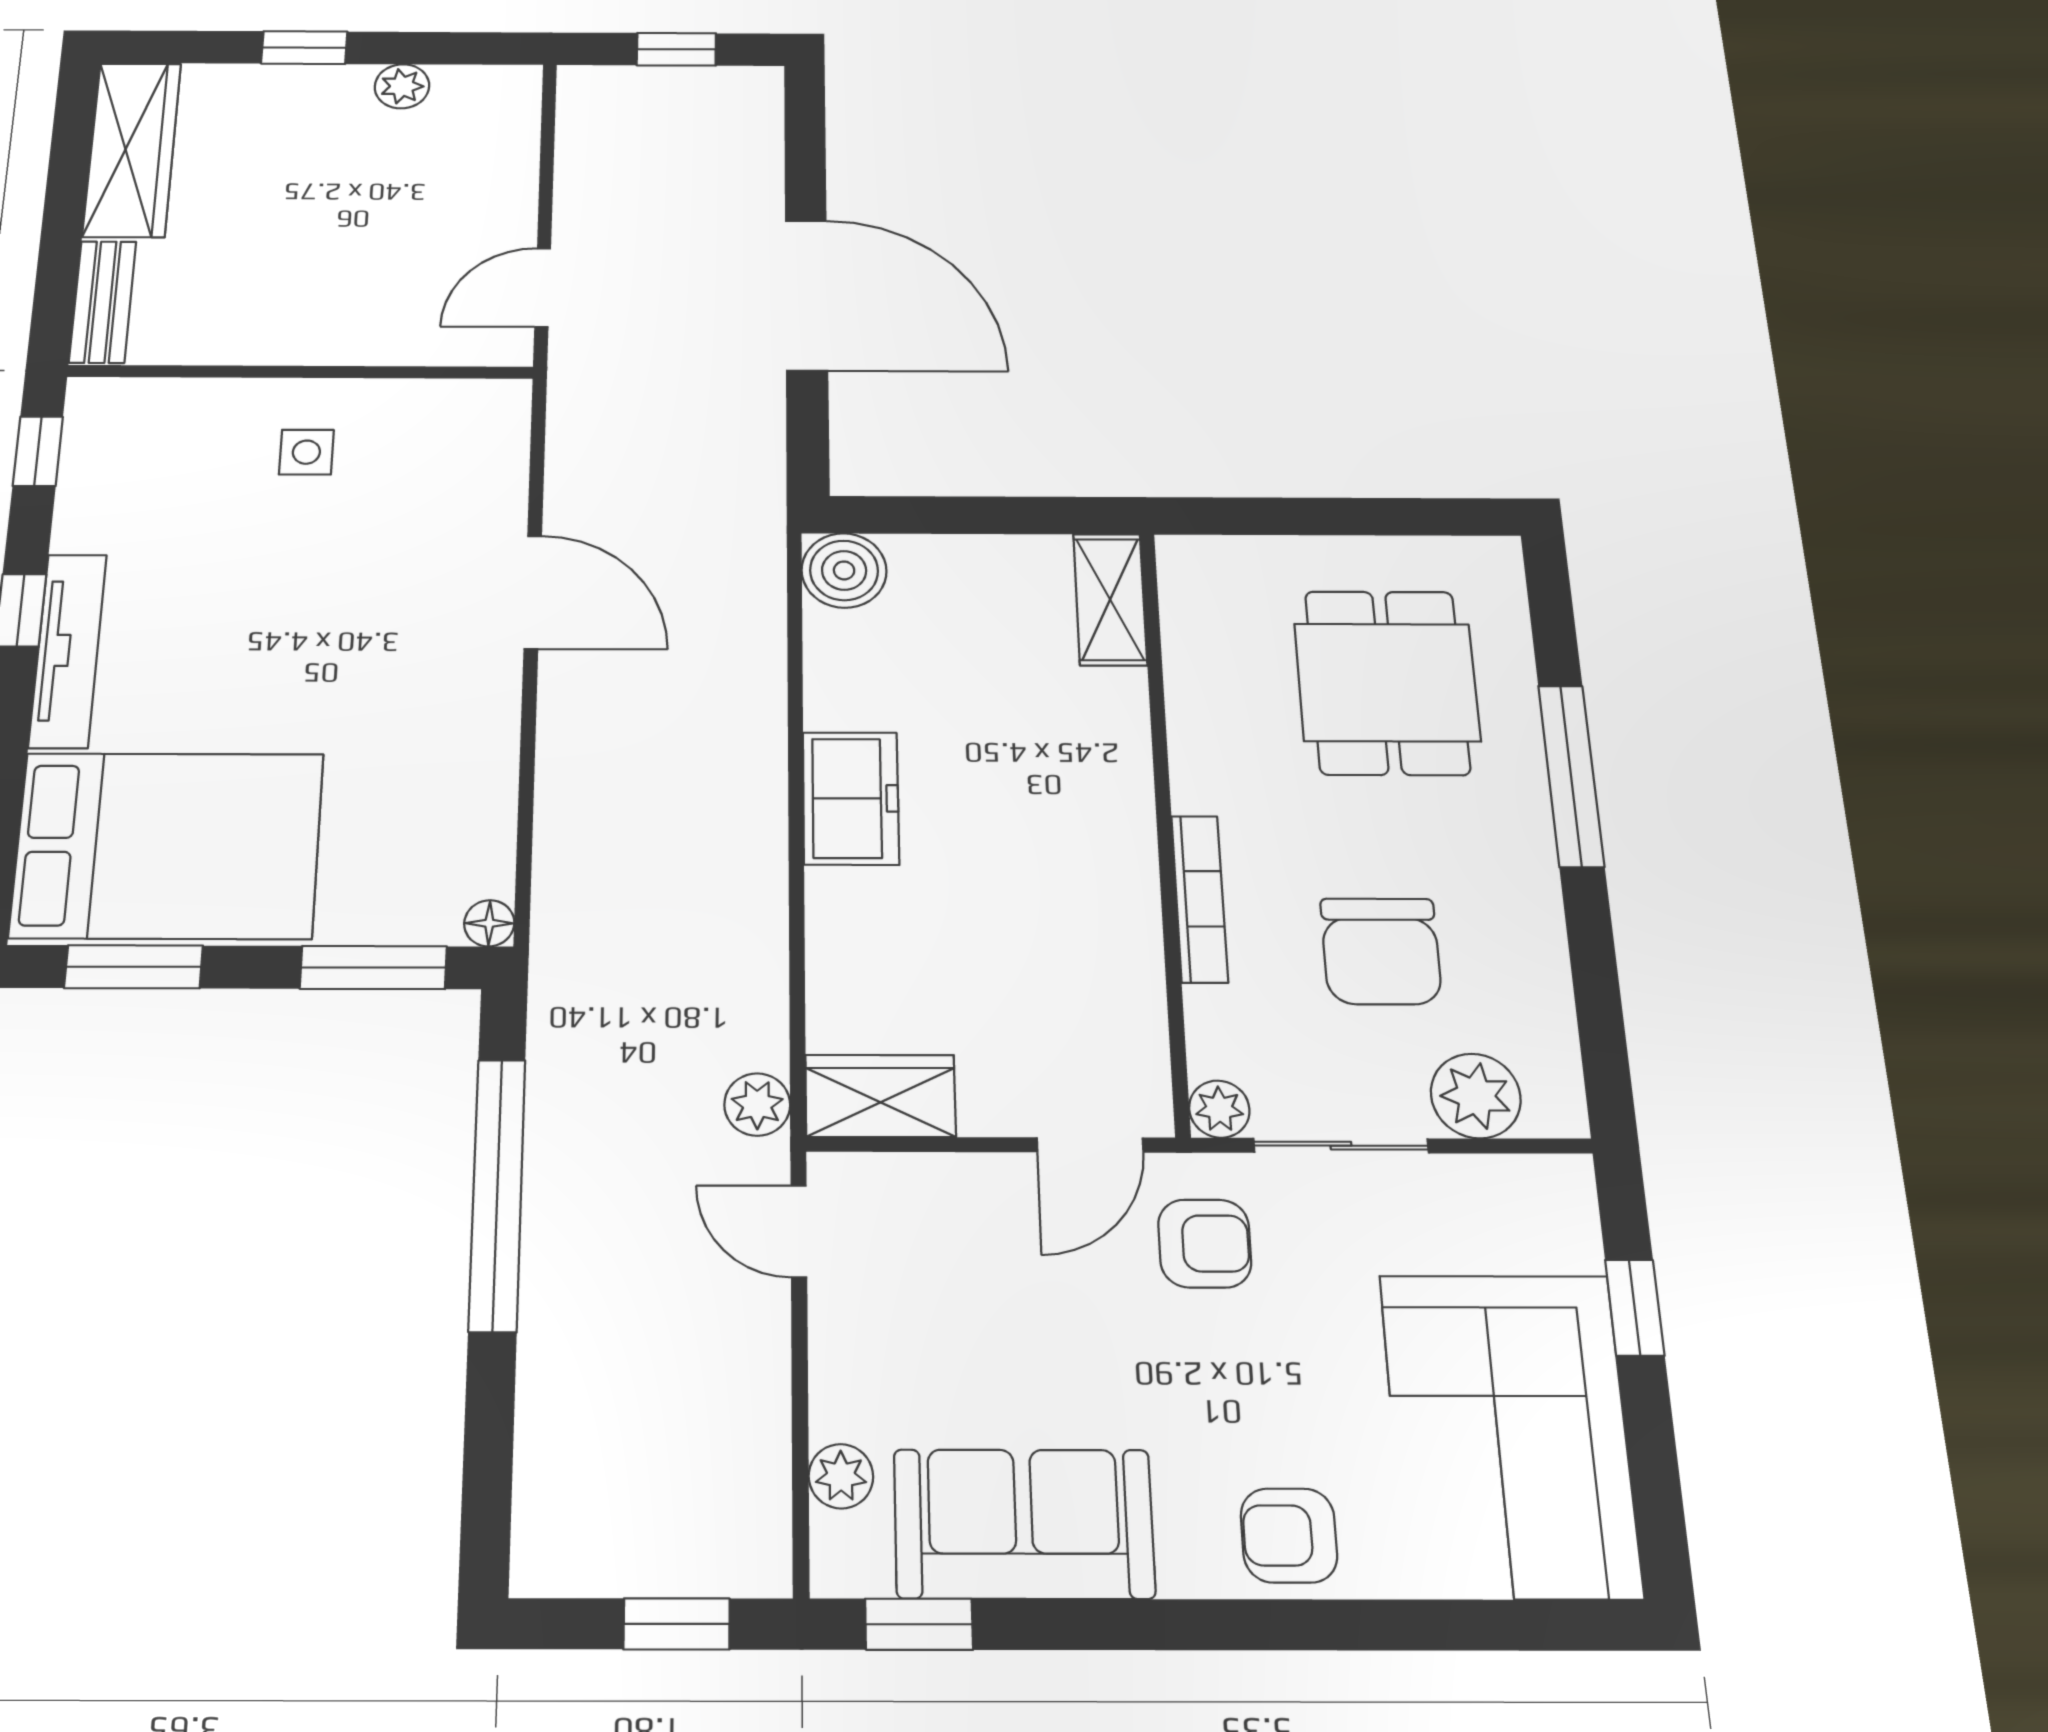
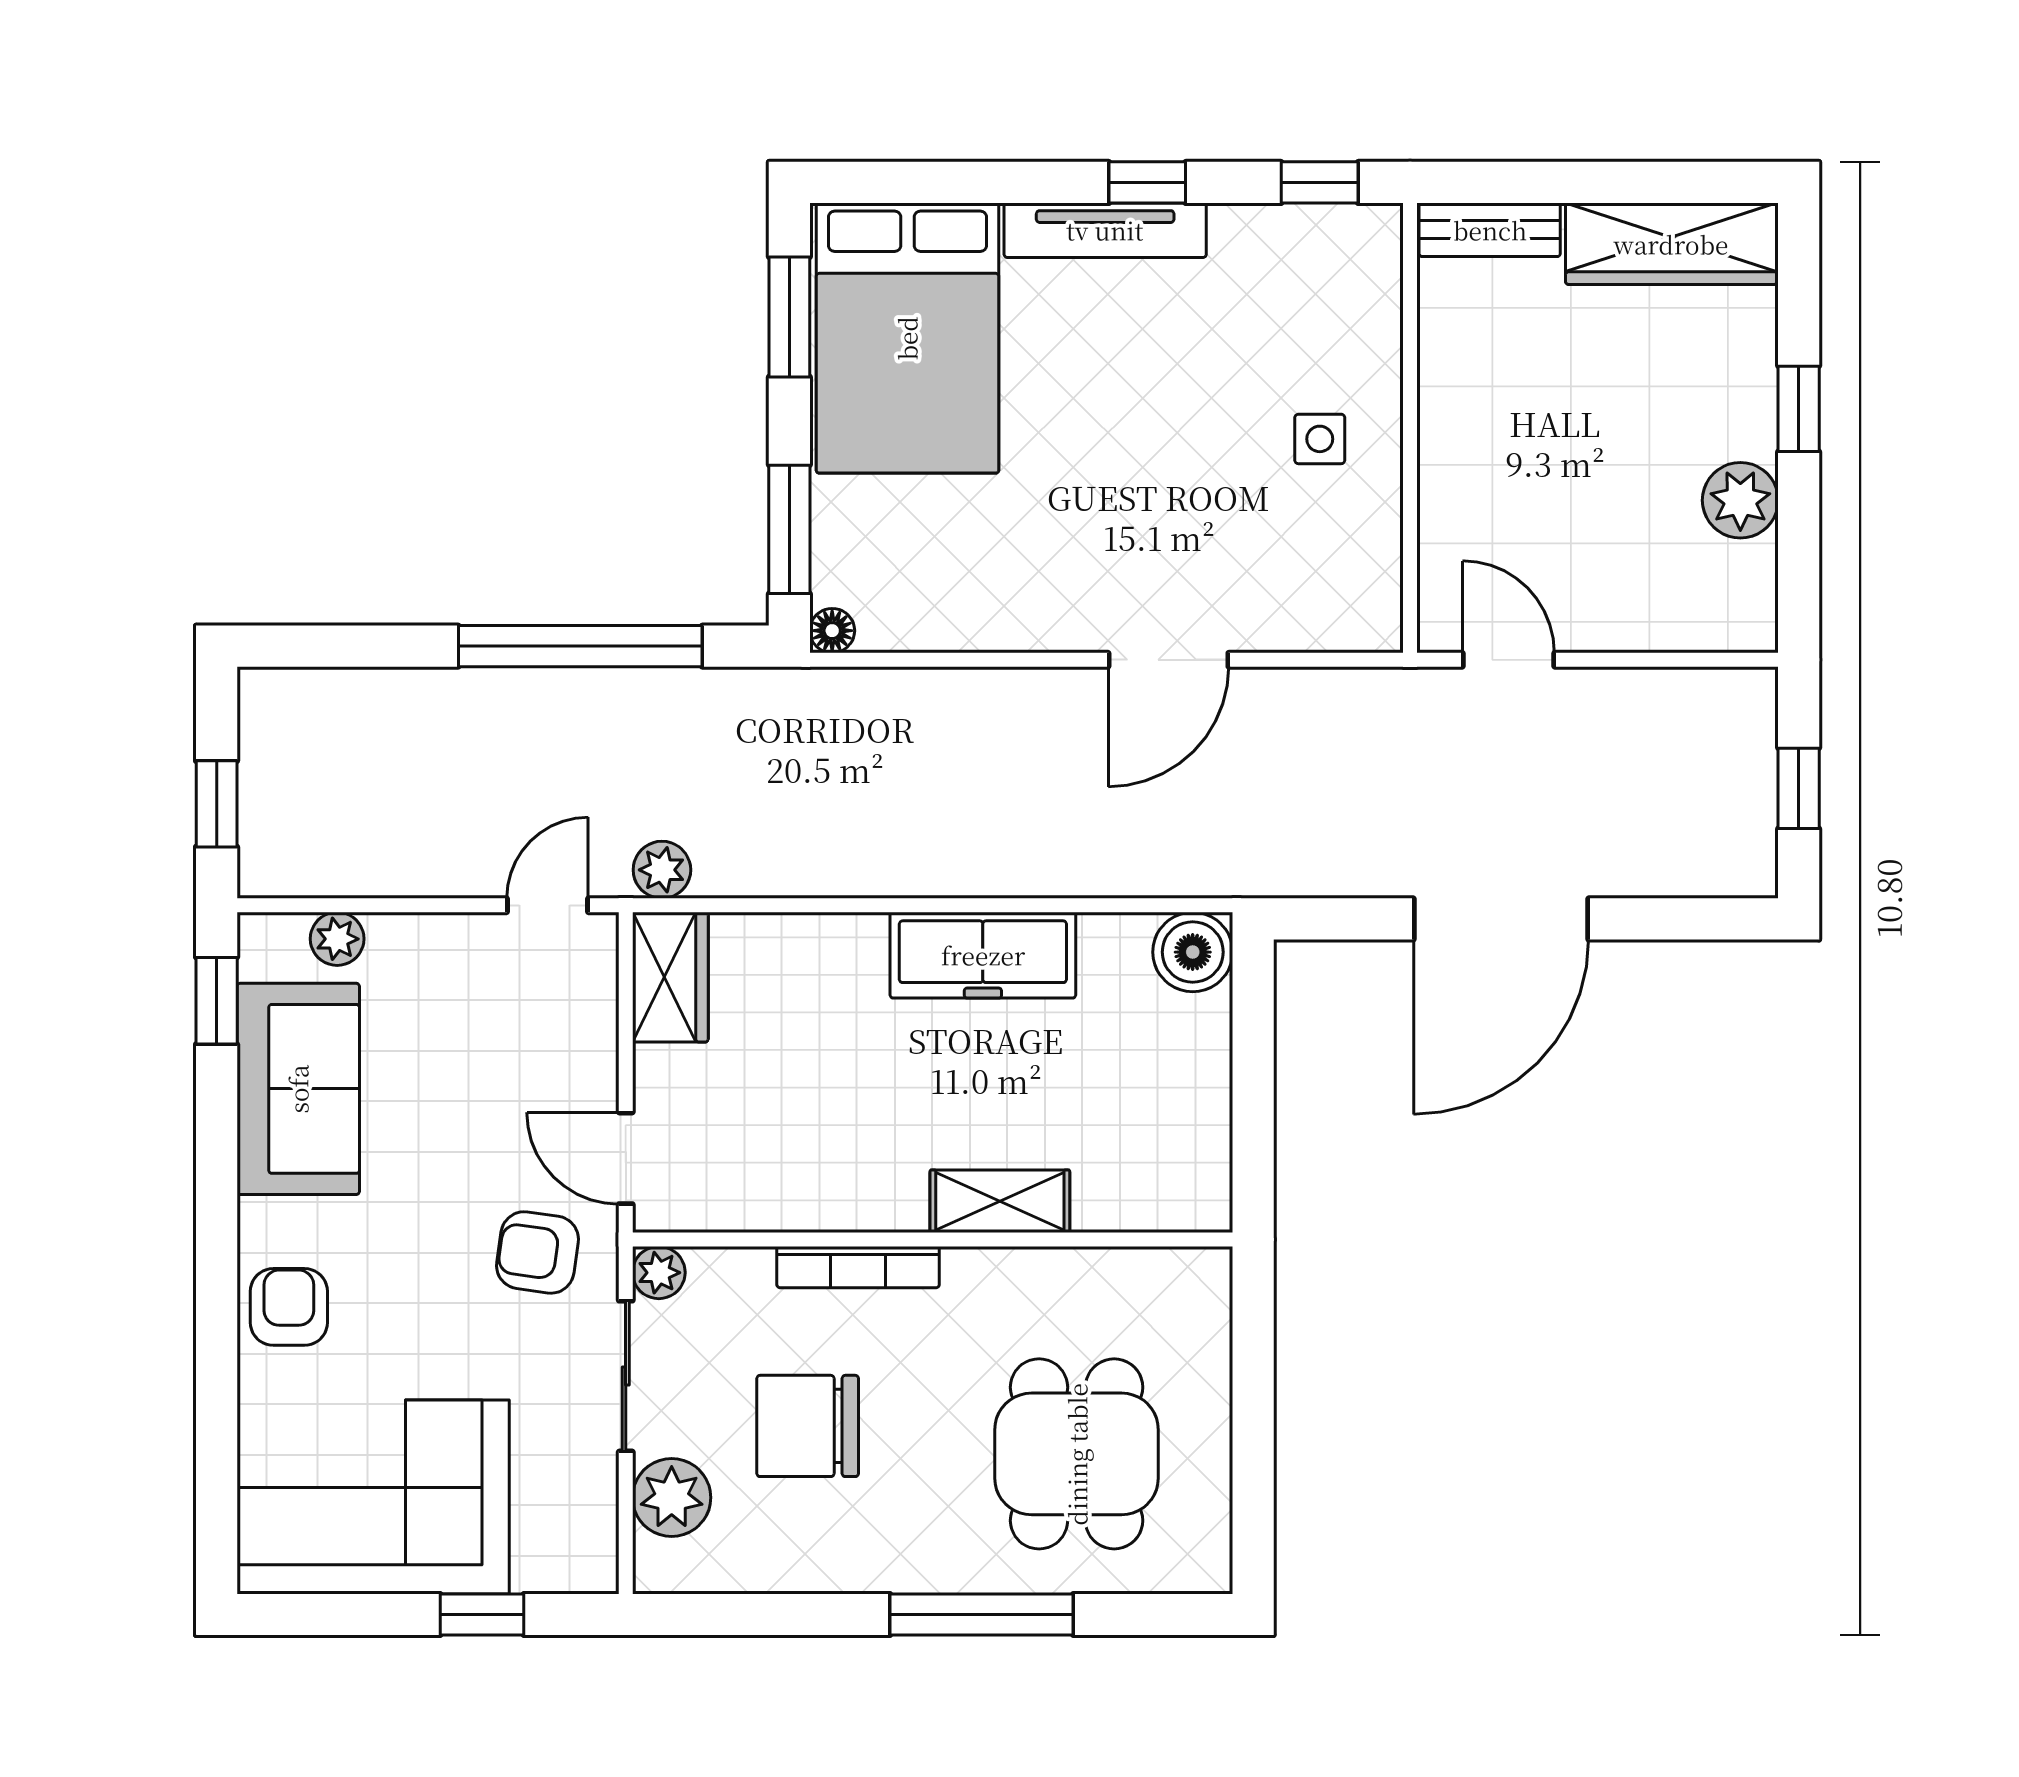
plant: (402, 86) -> (1740, 500), width x1.38, depth x1.38
shelving: (1110, 599) -> (1000, 1201), moved
dining table: (1387, 682) -> (1077, 1454), turned 90
freezer: (851, 798) -> (983, 955), width x1.40
armchair: (1205, 1243) -> (538, 1252), turned 98

